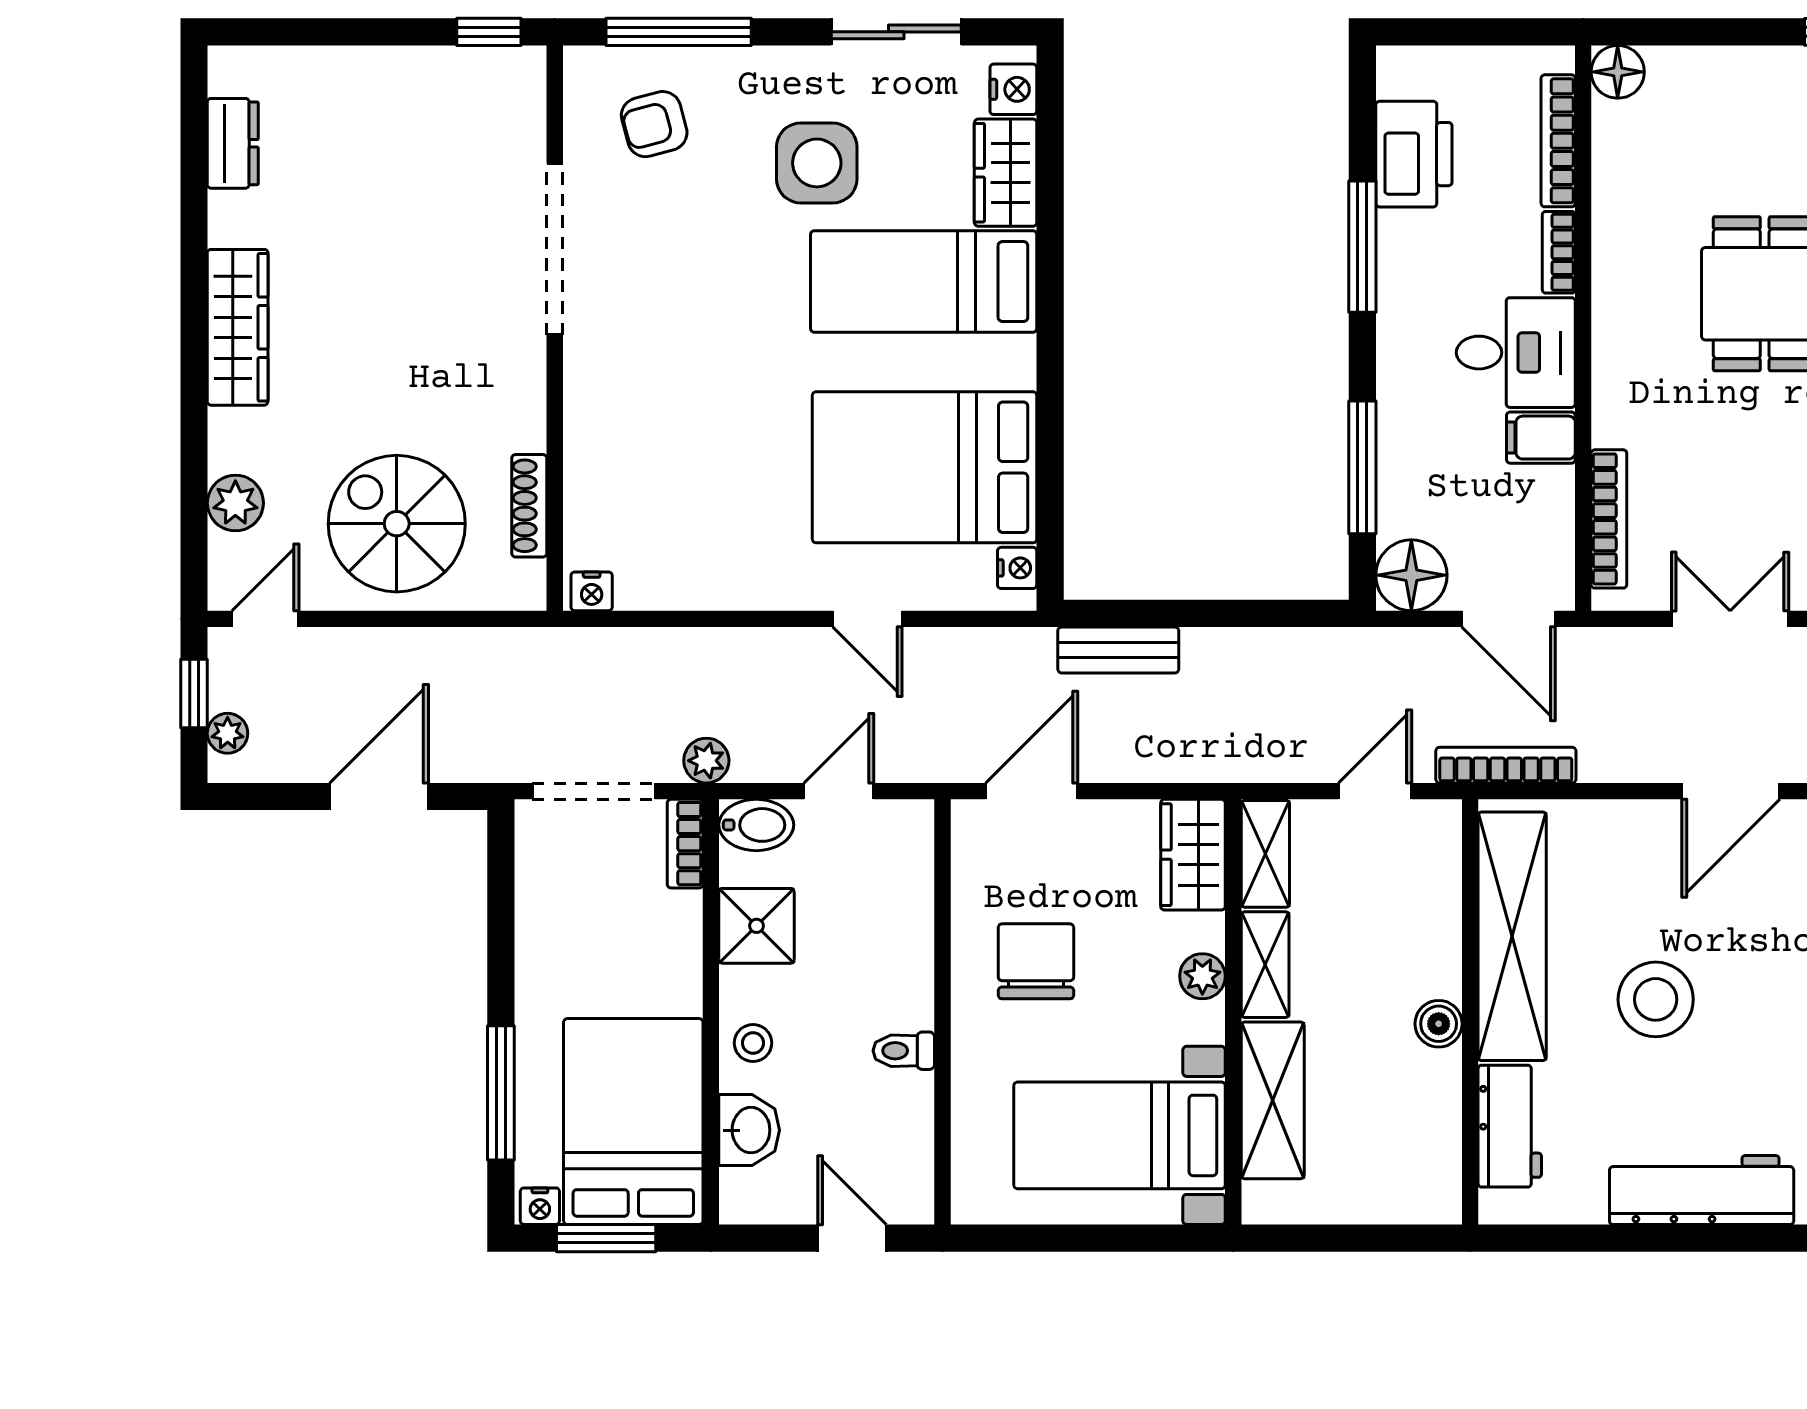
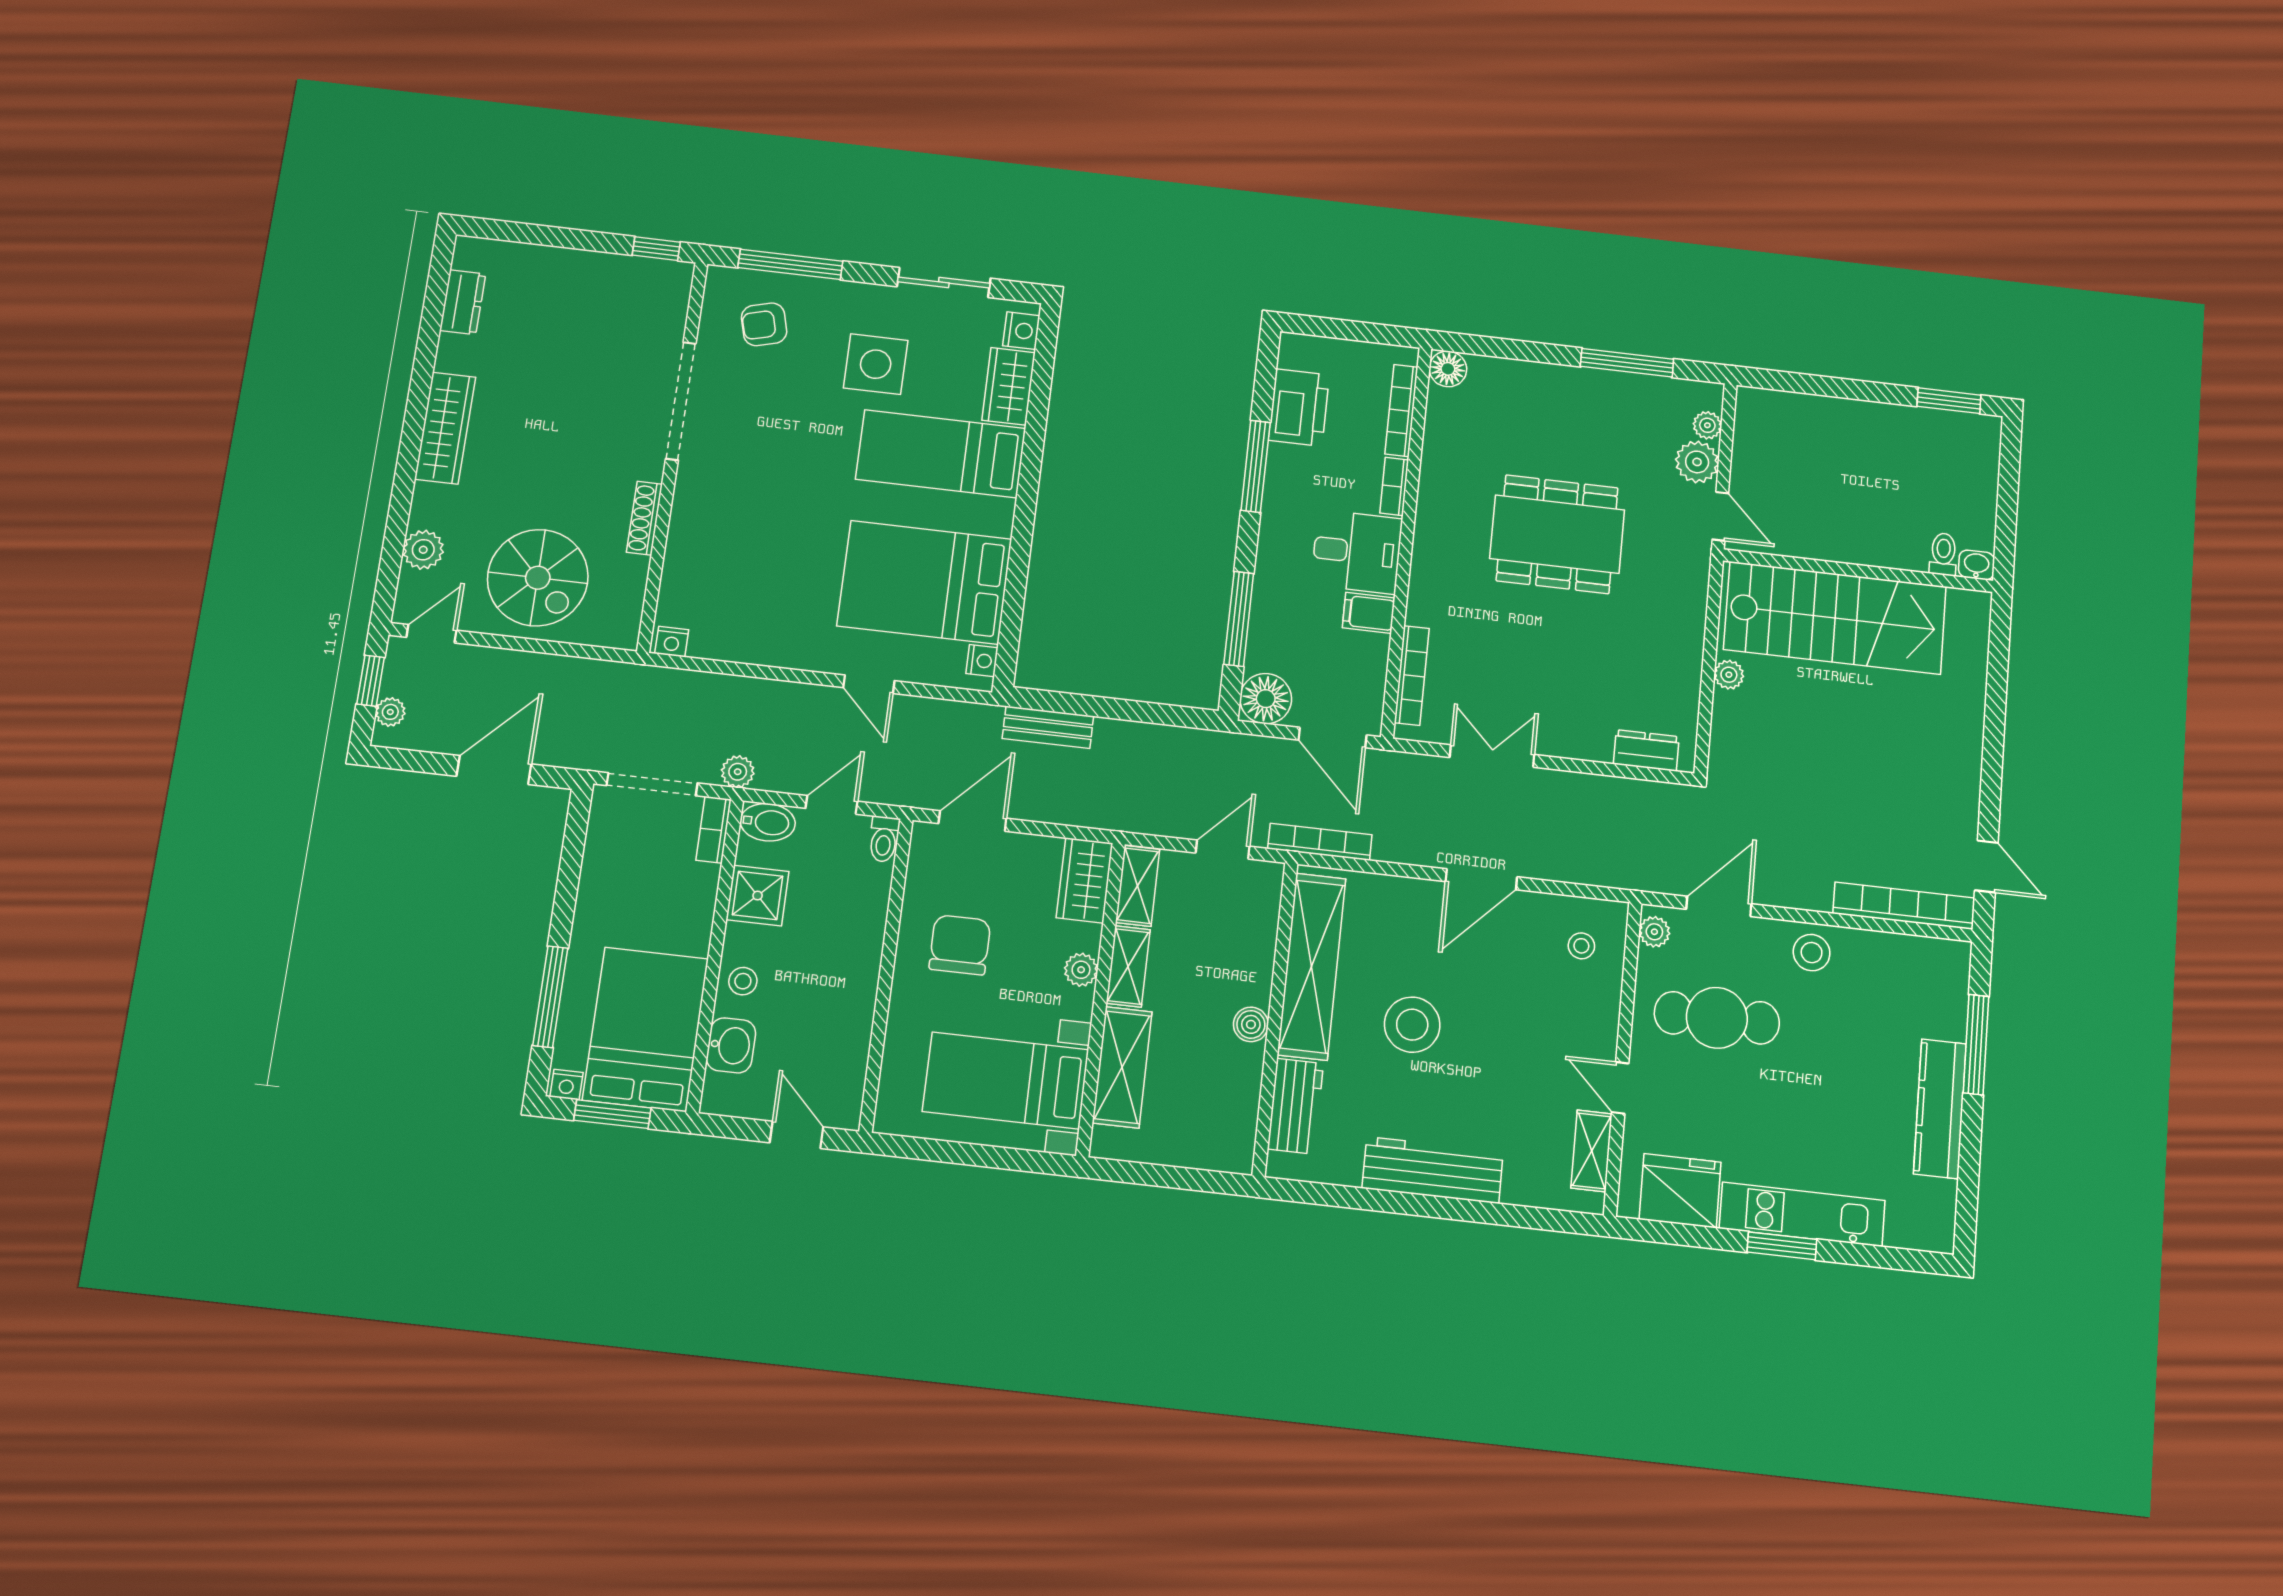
shoe rack: (529, 506) -> (644, 518), moved
spiral stairs: (397, 524) -> (538, 578), turned 180
toilet: (904, 1051) -> (884, 839), moved, turned -90

